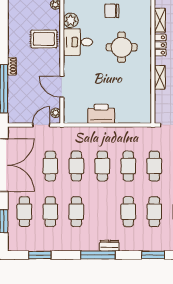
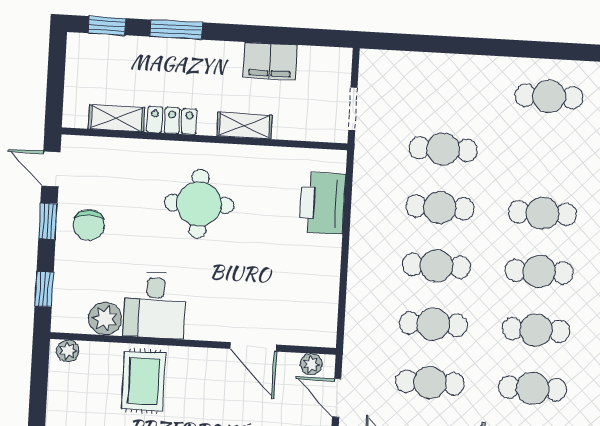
round table: (122, 47) -> (199, 204), moved
door: (62, 87) -> (254, 347), hinge flipped
printer: (101, 114) -> (323, 203), moved
cafe table: (154, 212) -> (539, 272), moved

